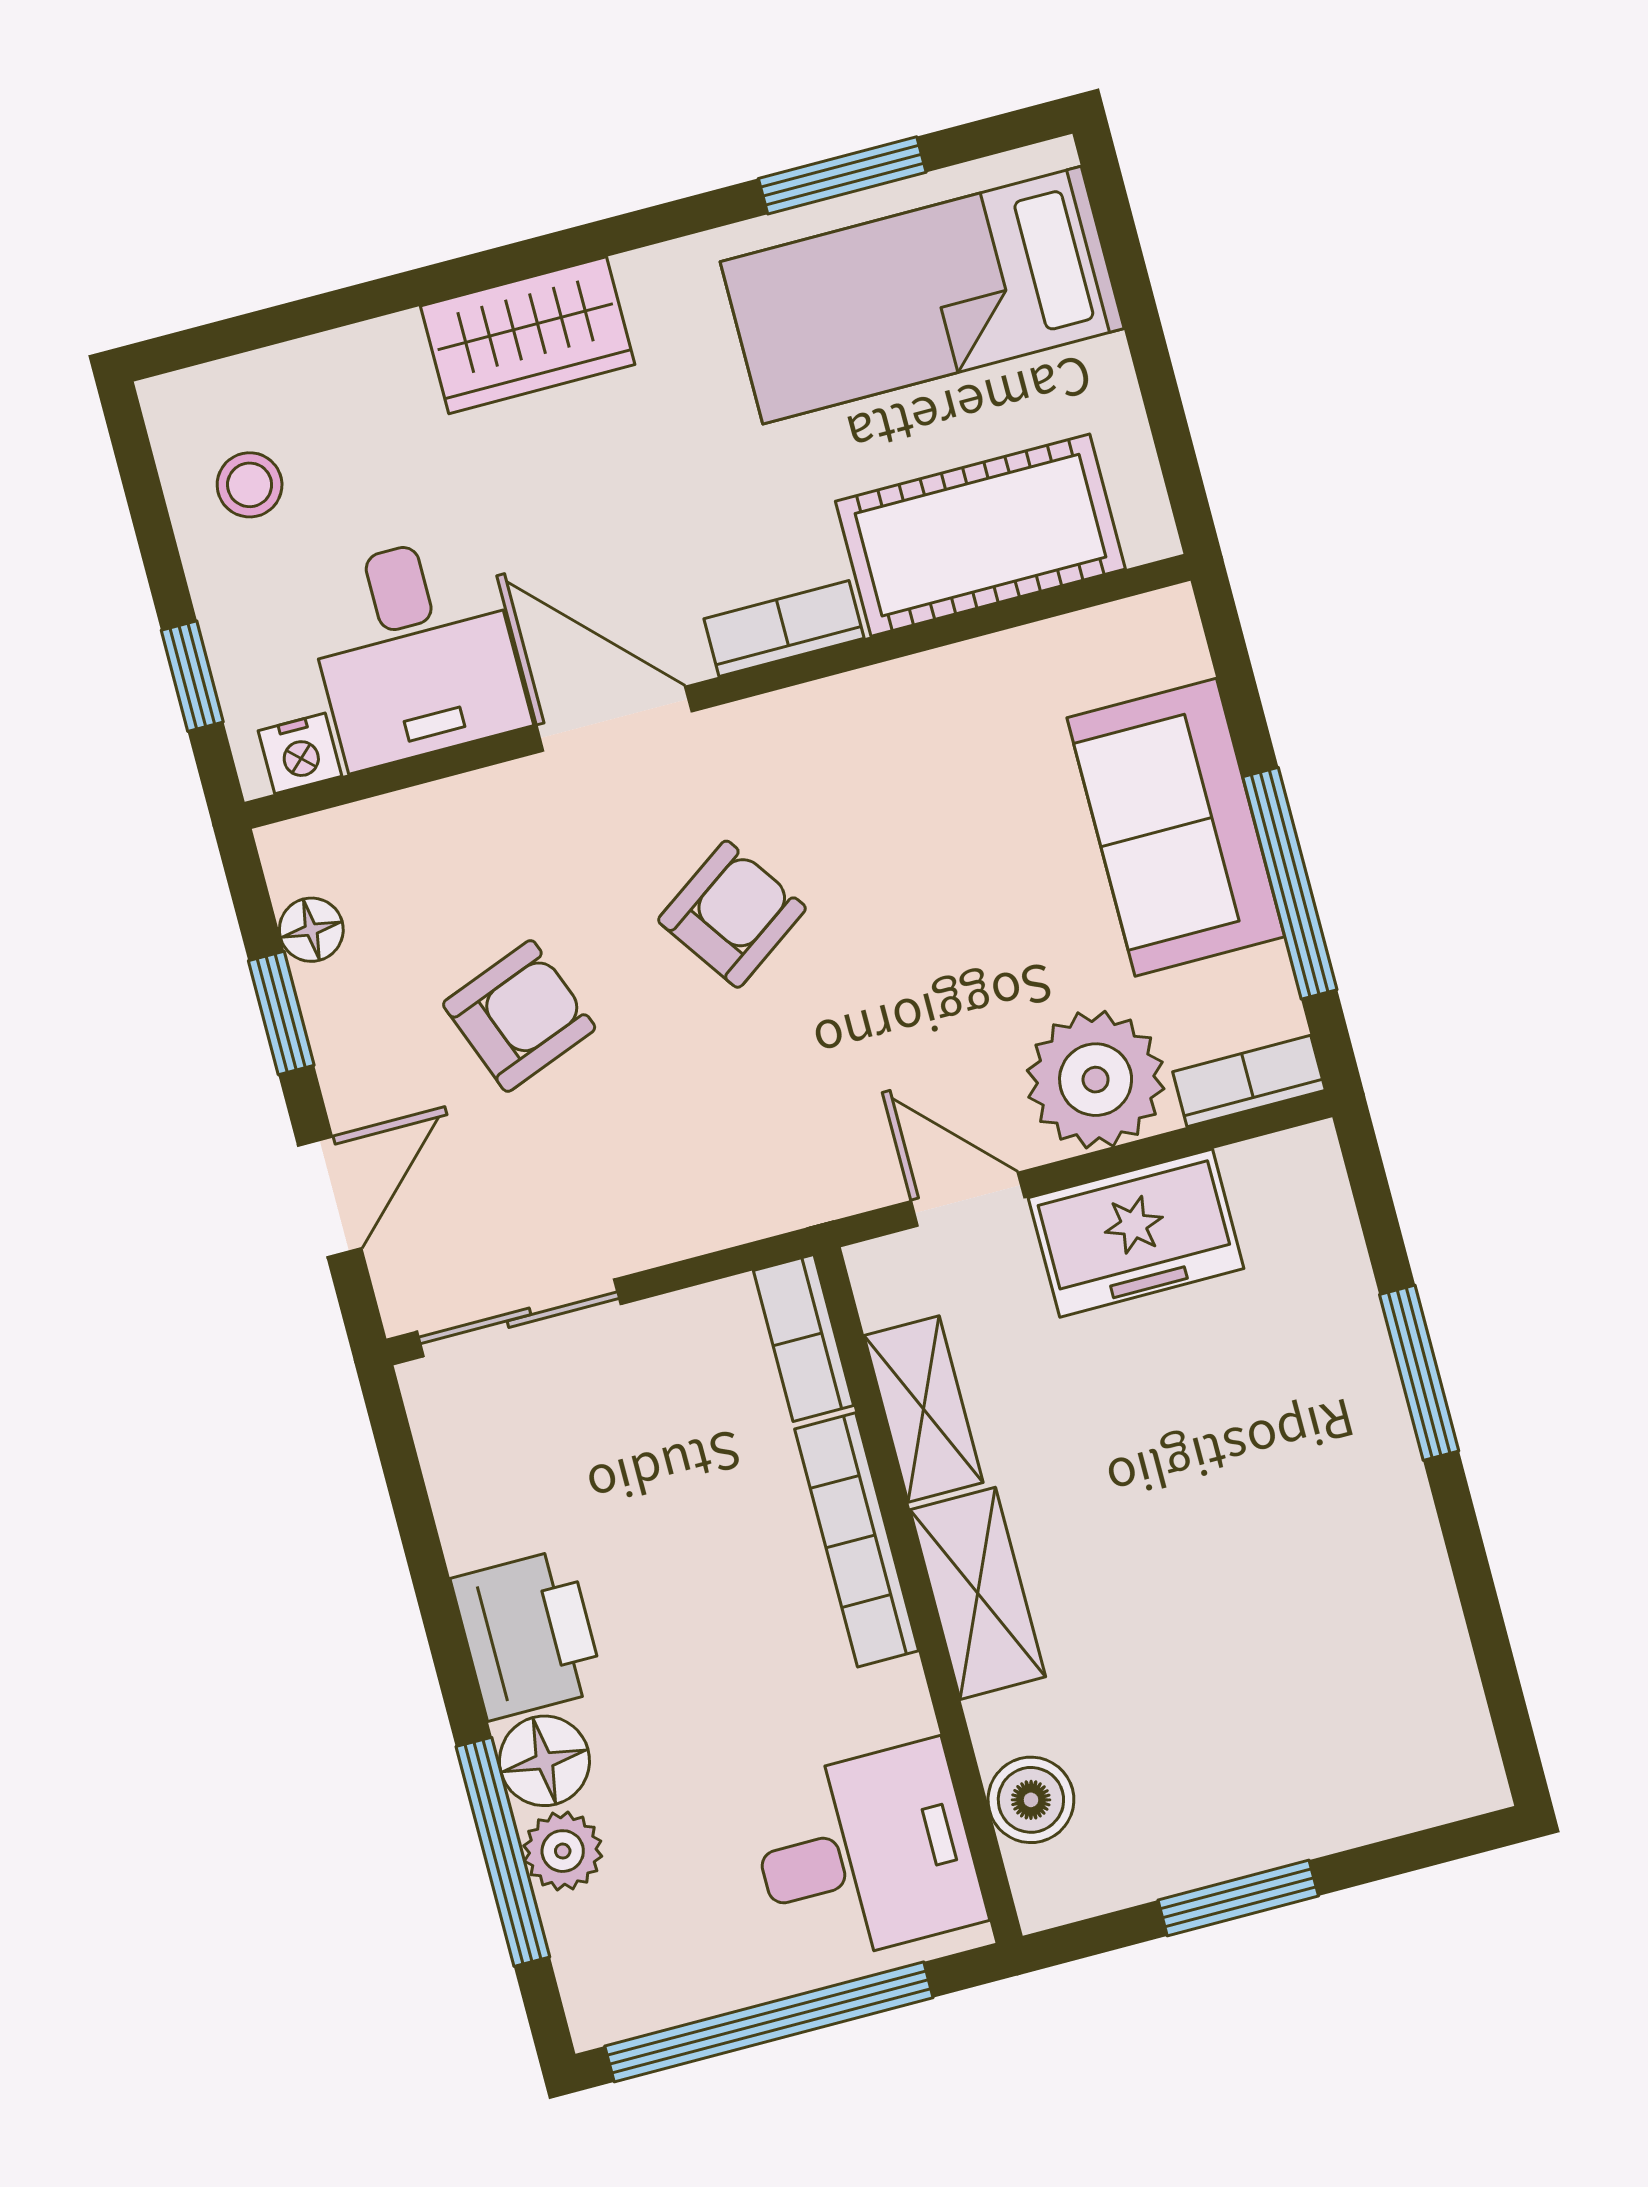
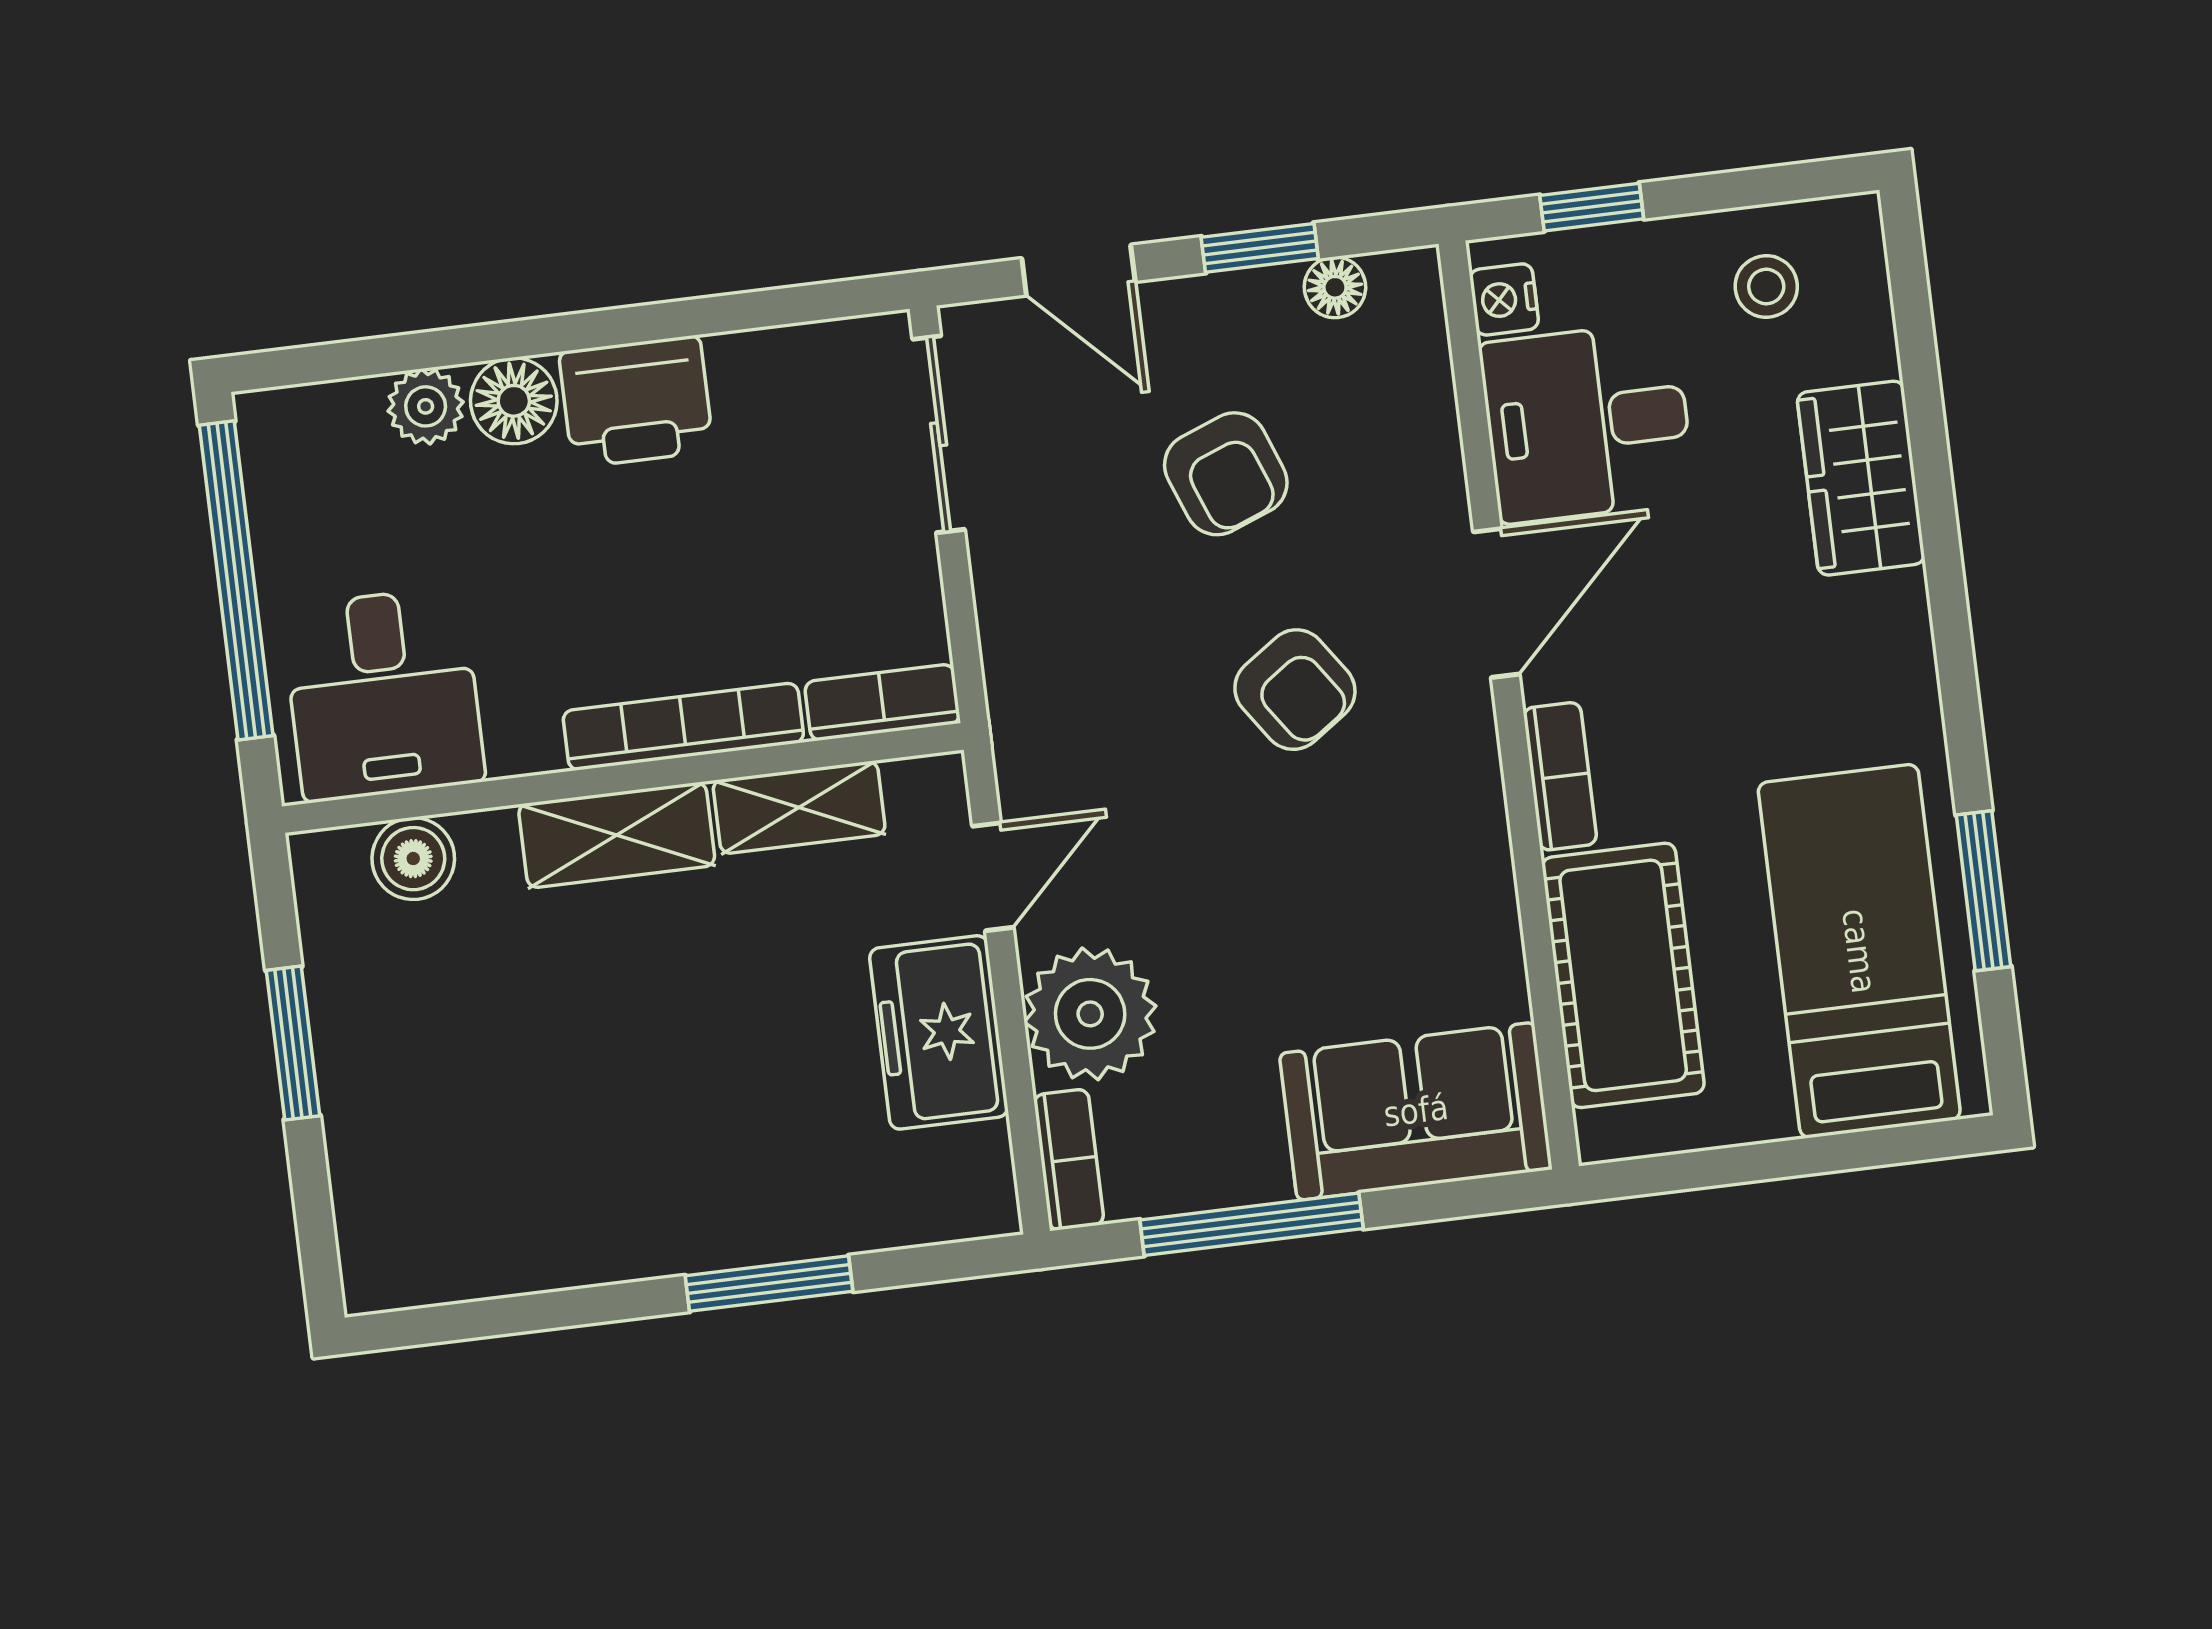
wardrobe: (528, 335) -> (1861, 478), moved
sofa: (1176, 827) -> (1416, 1111), moved
window: (503, 1852) -> (433, 349), removed

